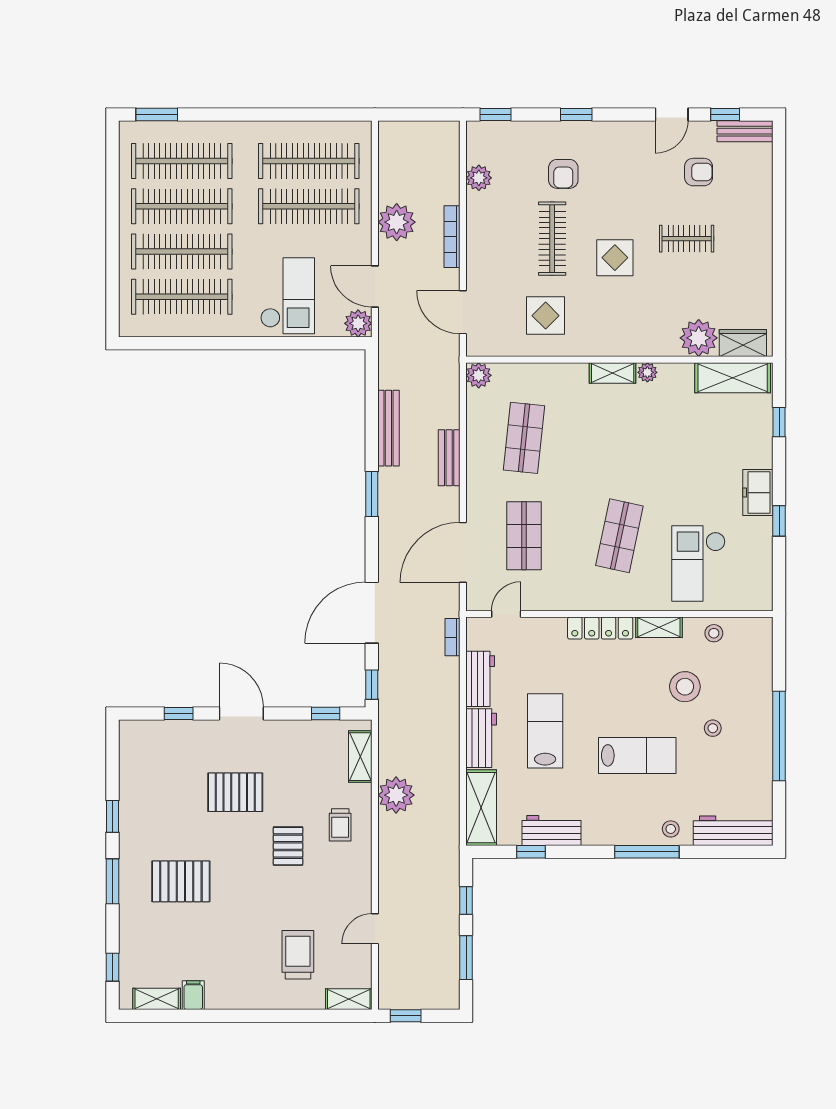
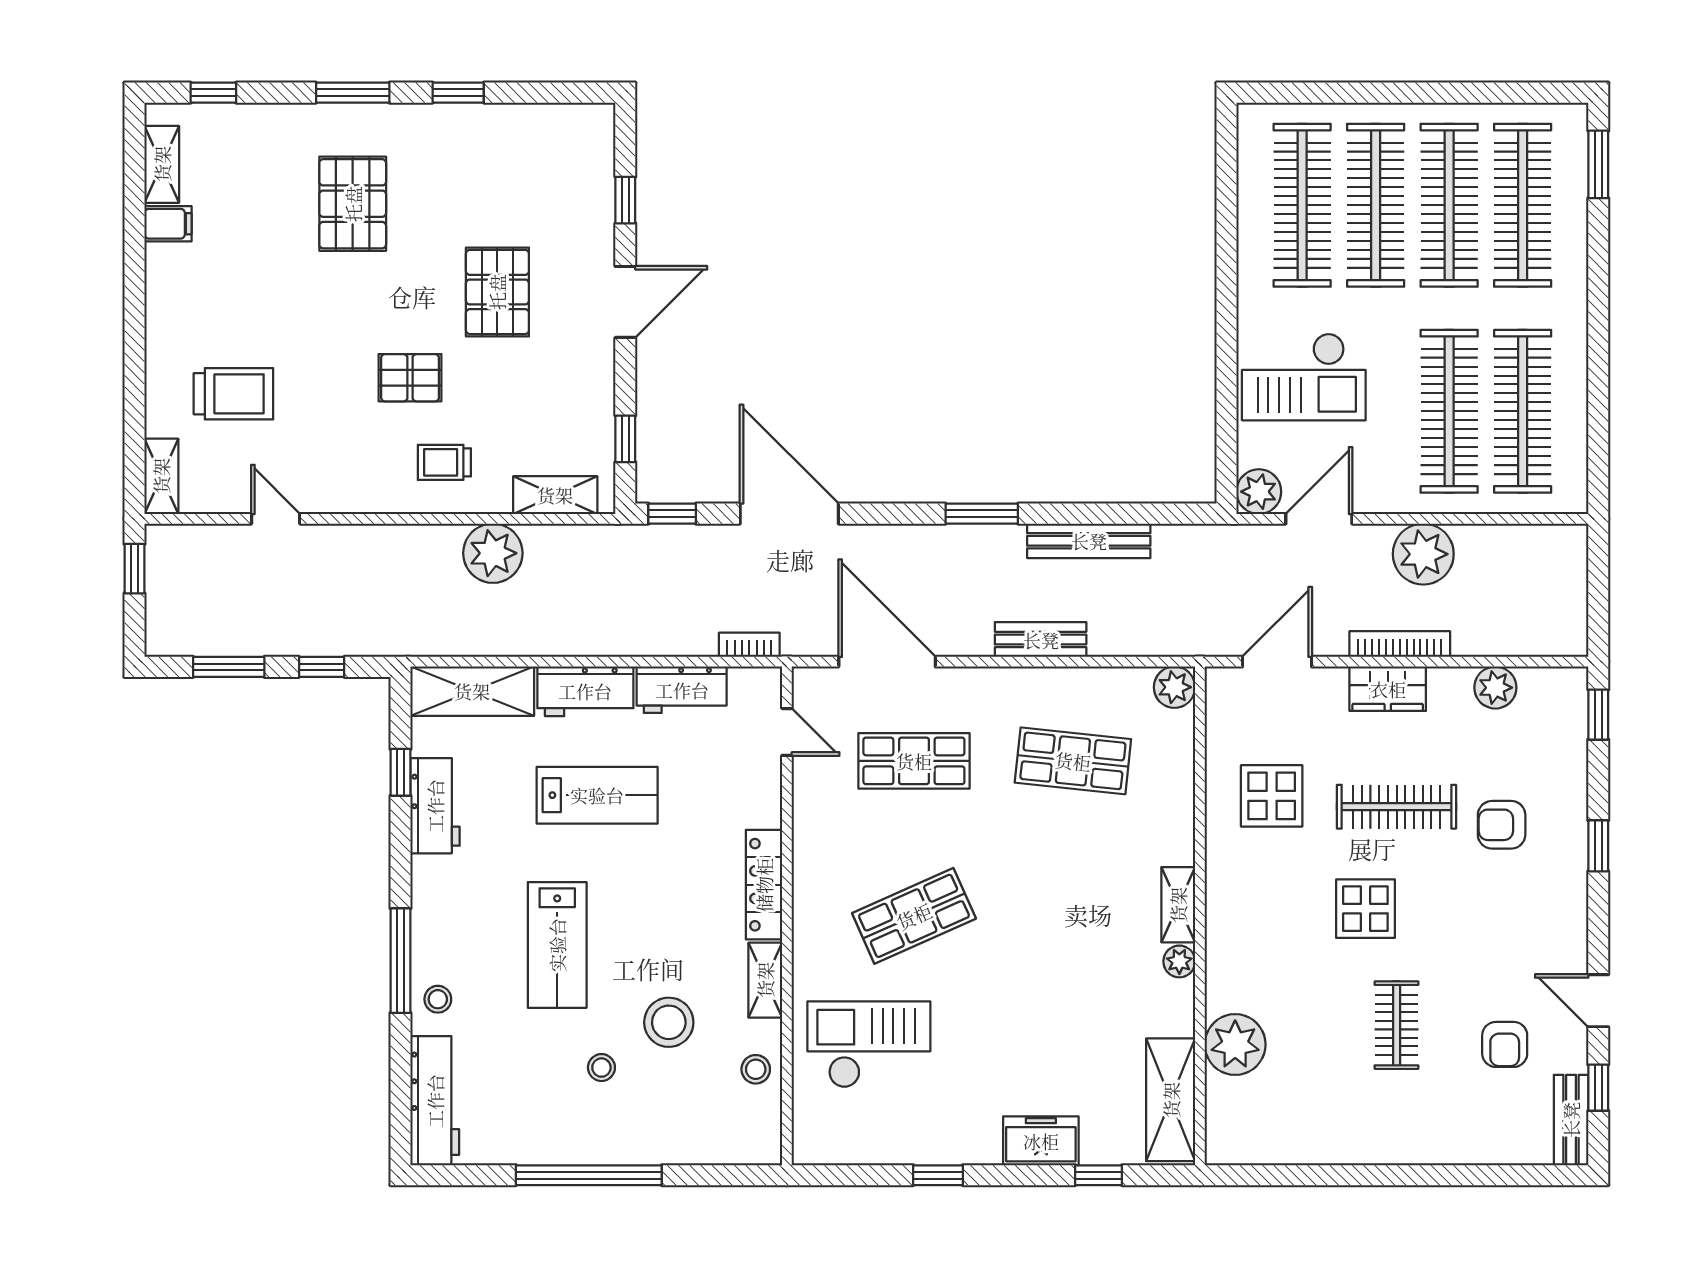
wardrobe: (743, 343) -> (1388, 689), moved, turned 90
freezer: (758, 493) -> (1041, 1141), moved
shop shelf: (619, 536) -> (914, 916), turned -36

